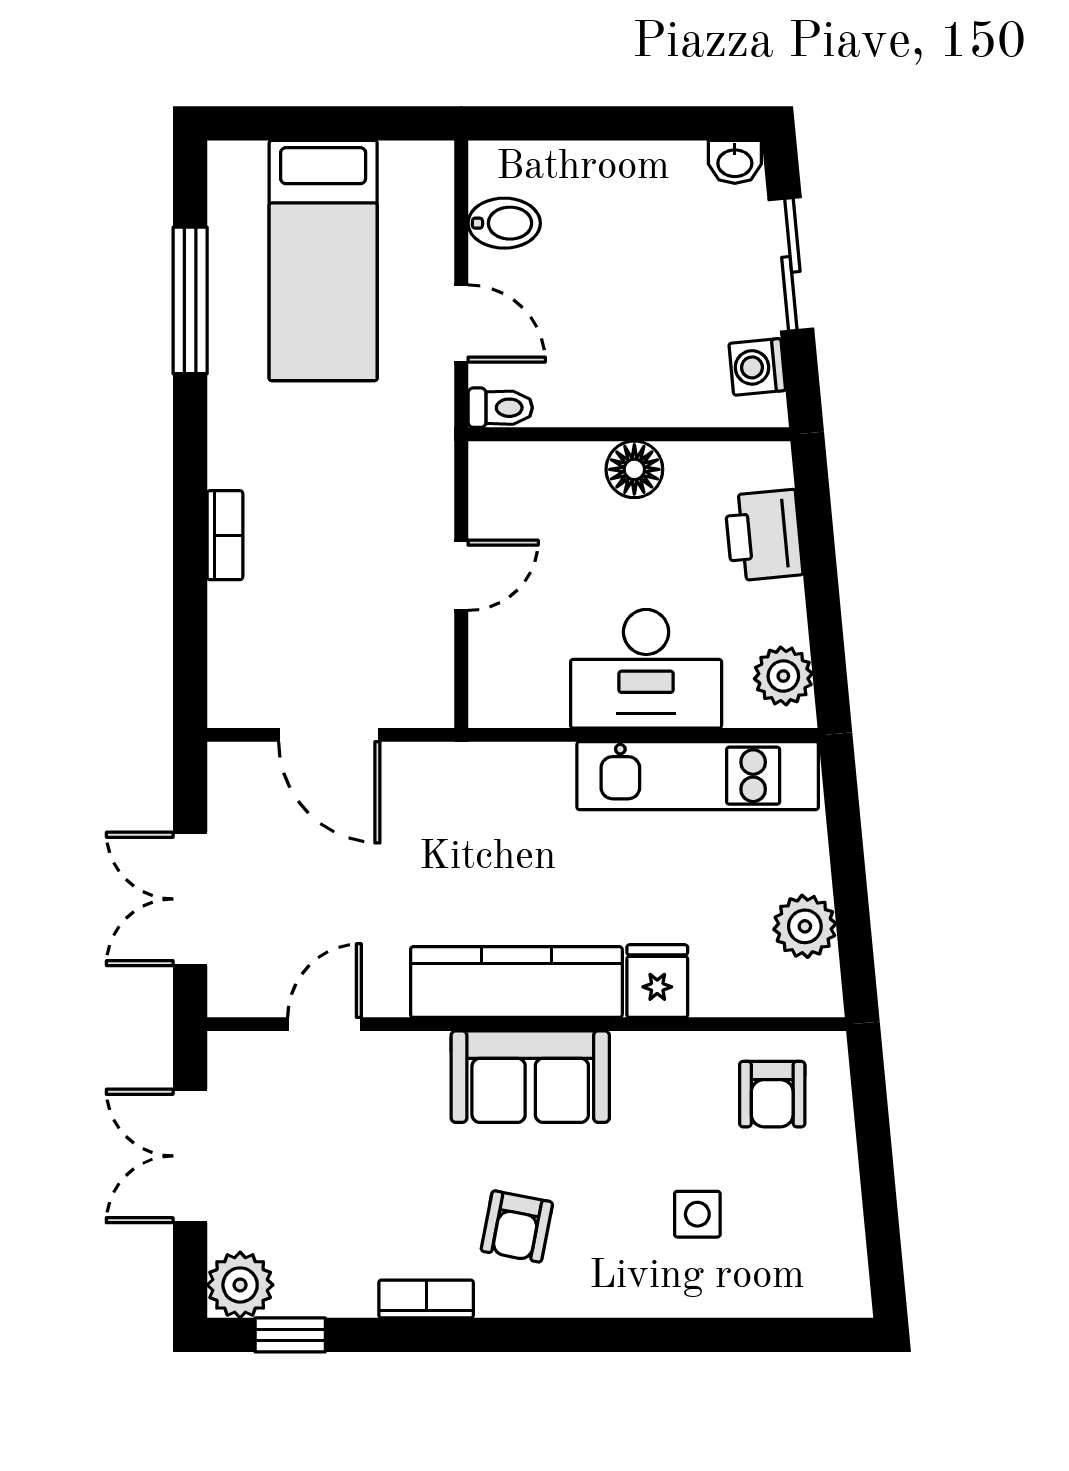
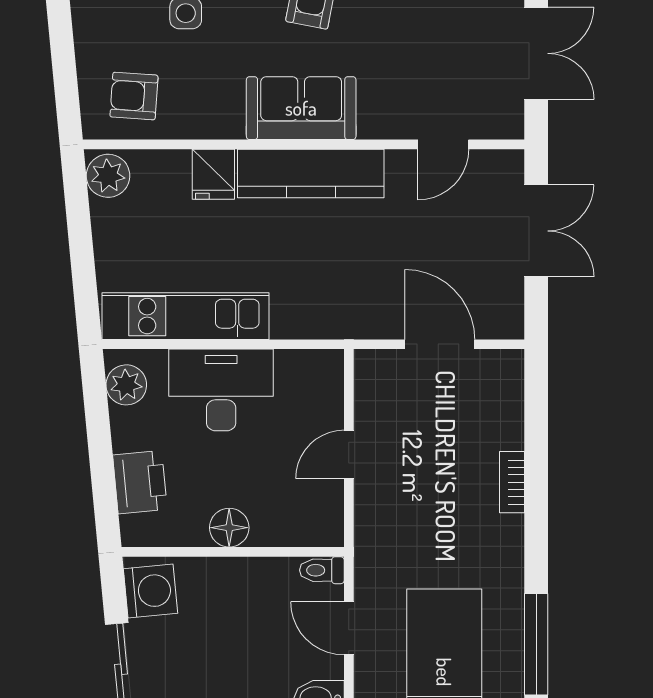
washing machine: (757, 367) -> (150, 591), width x1.38, depth x1.38
plant: (805, 926) -> (108, 176), moved
armchair: (772, 1094) -> (134, 96), turned -86

